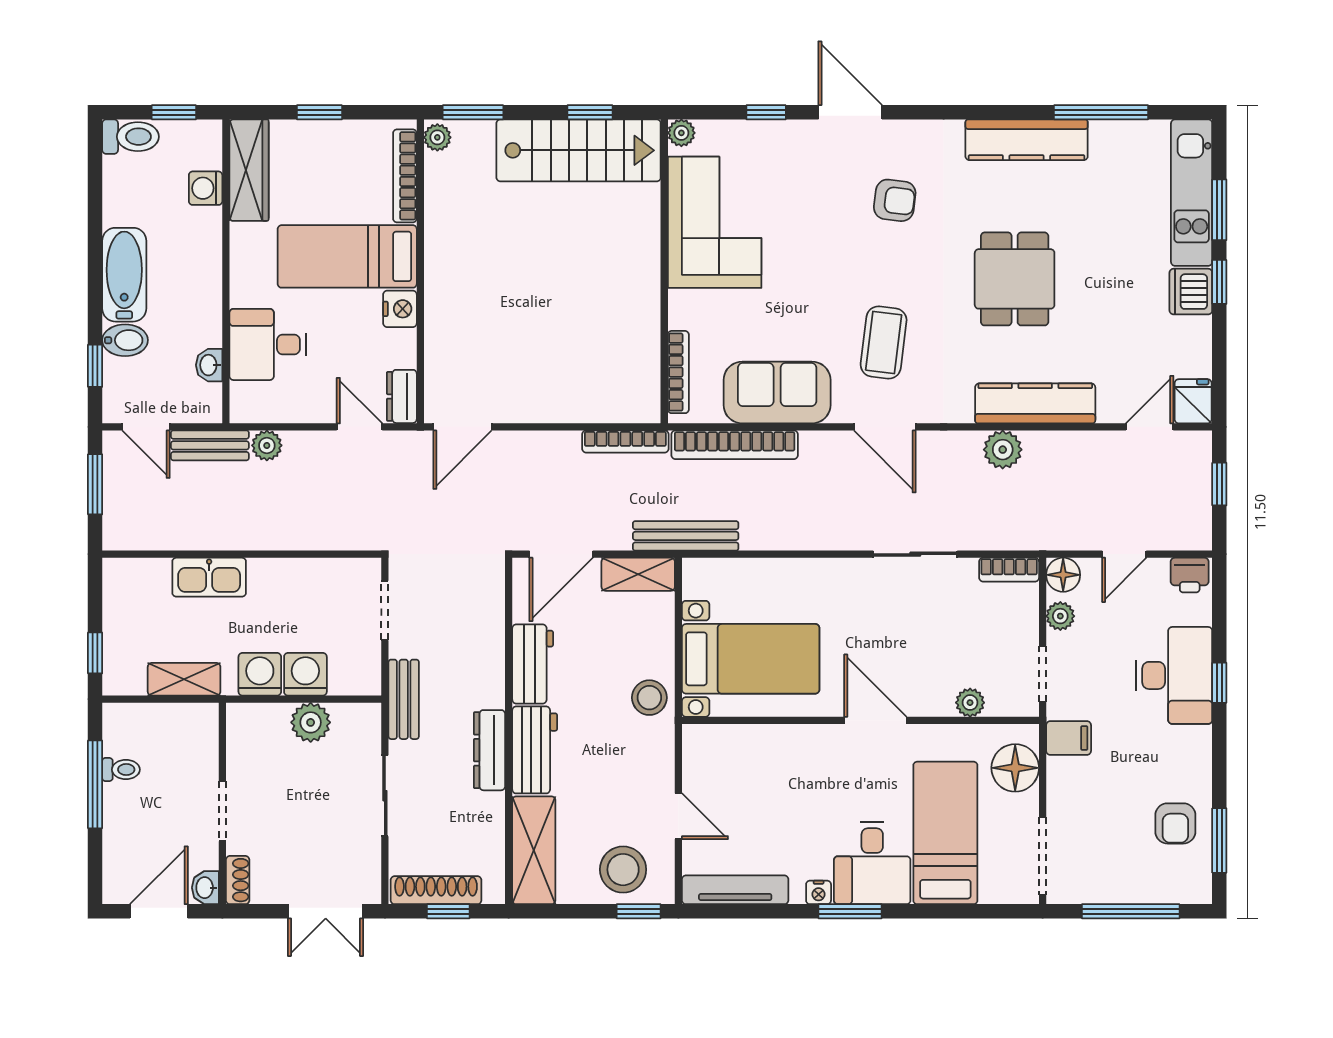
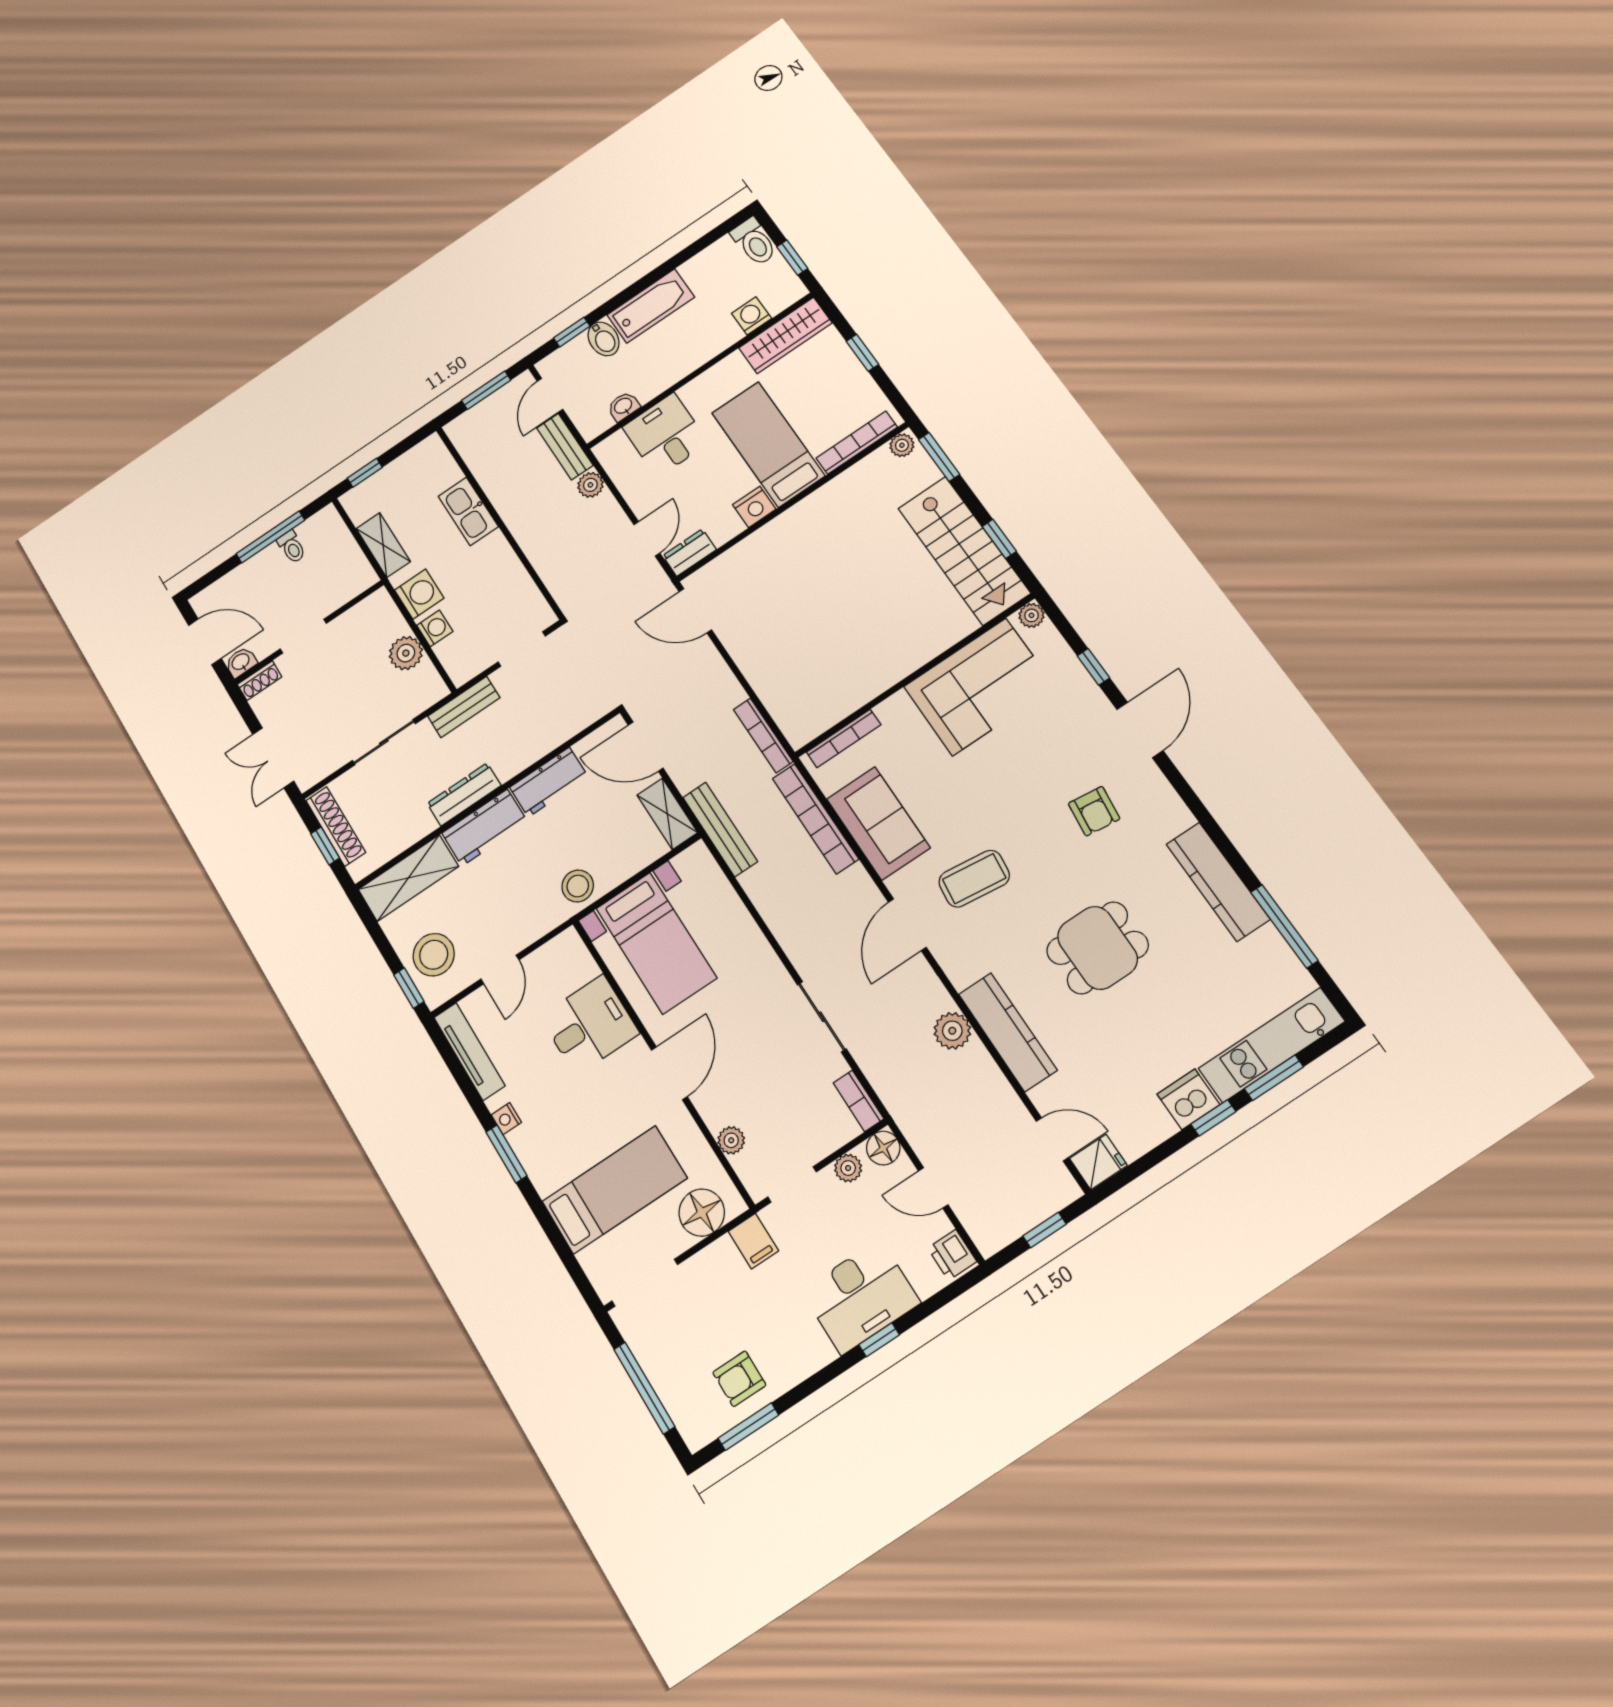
washing machine: (305, 674) -> (435, 628), width x0.73, depth x0.73
desk: (872, 863) -> (590, 1025), moved, turned 180

